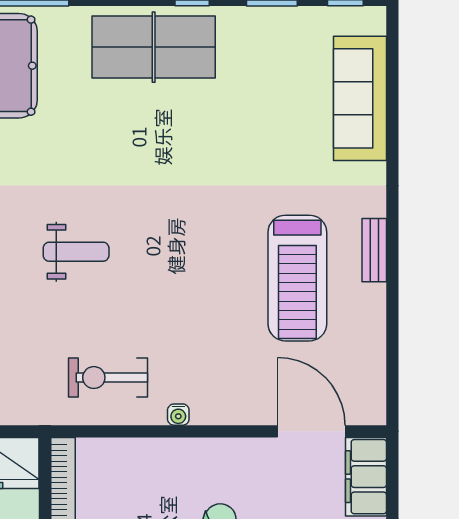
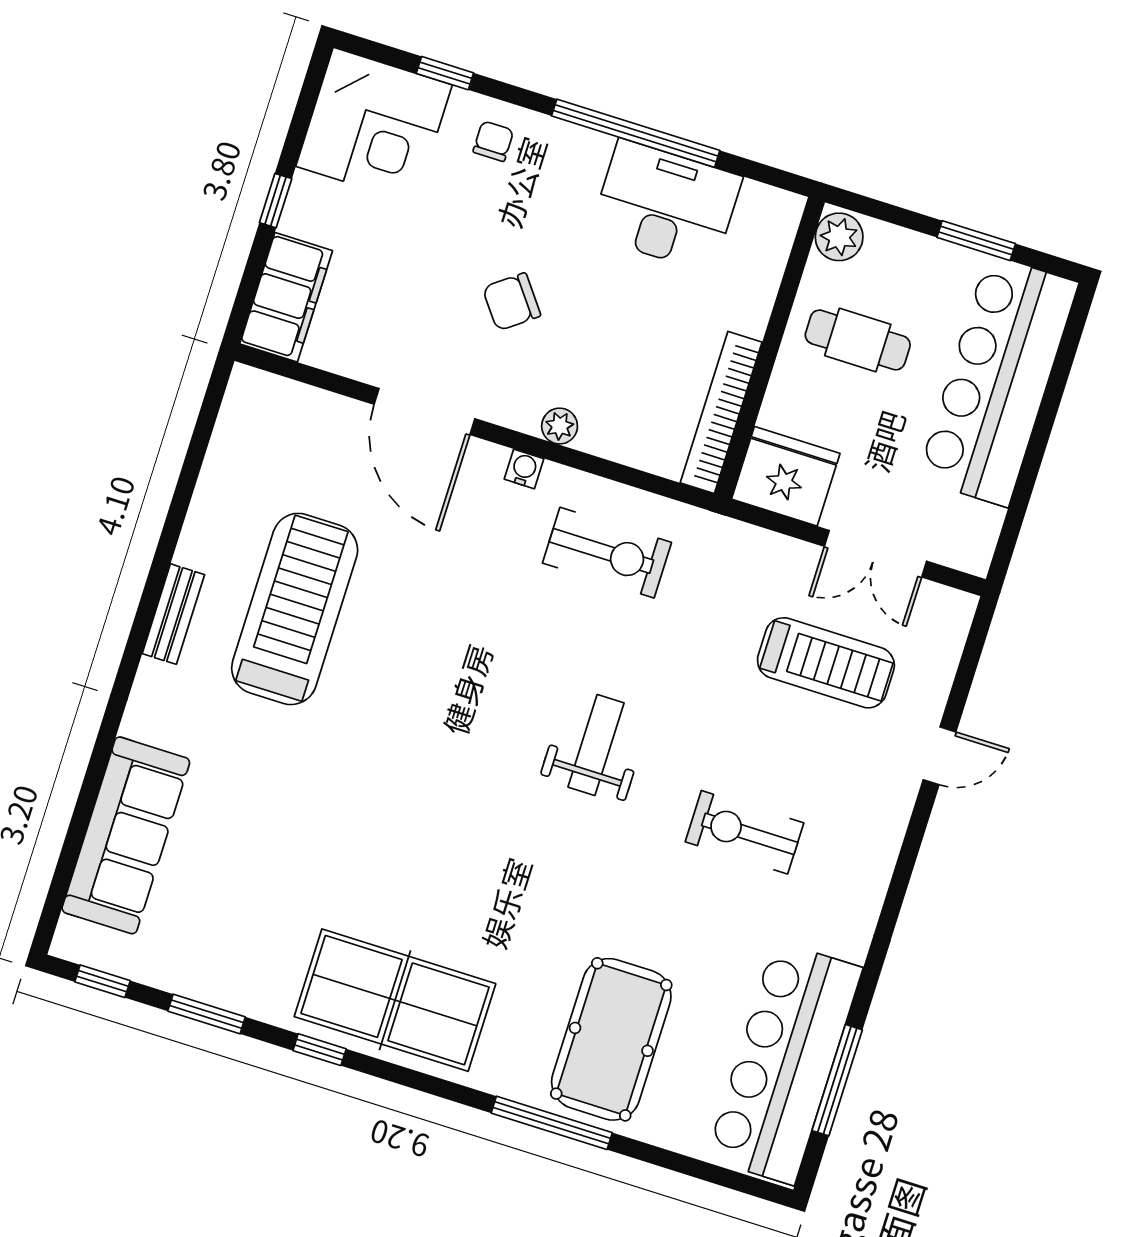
weight bench: (76, 252) -> (596, 745), turned 90
door: (311, 431) -> (424, 412), moved
plant: (164, 449) -> (560, 426), added

